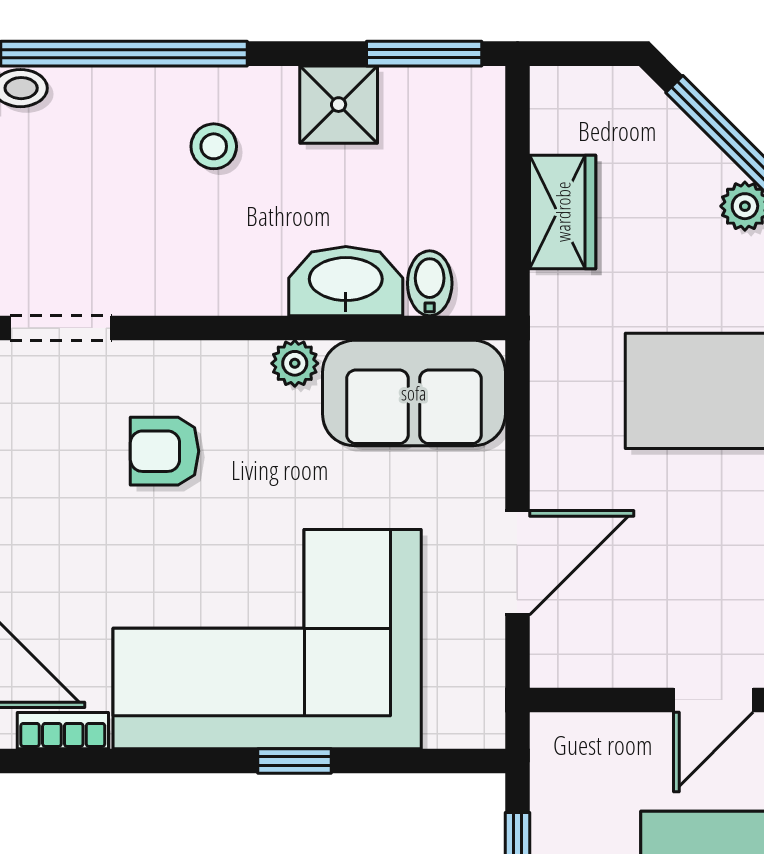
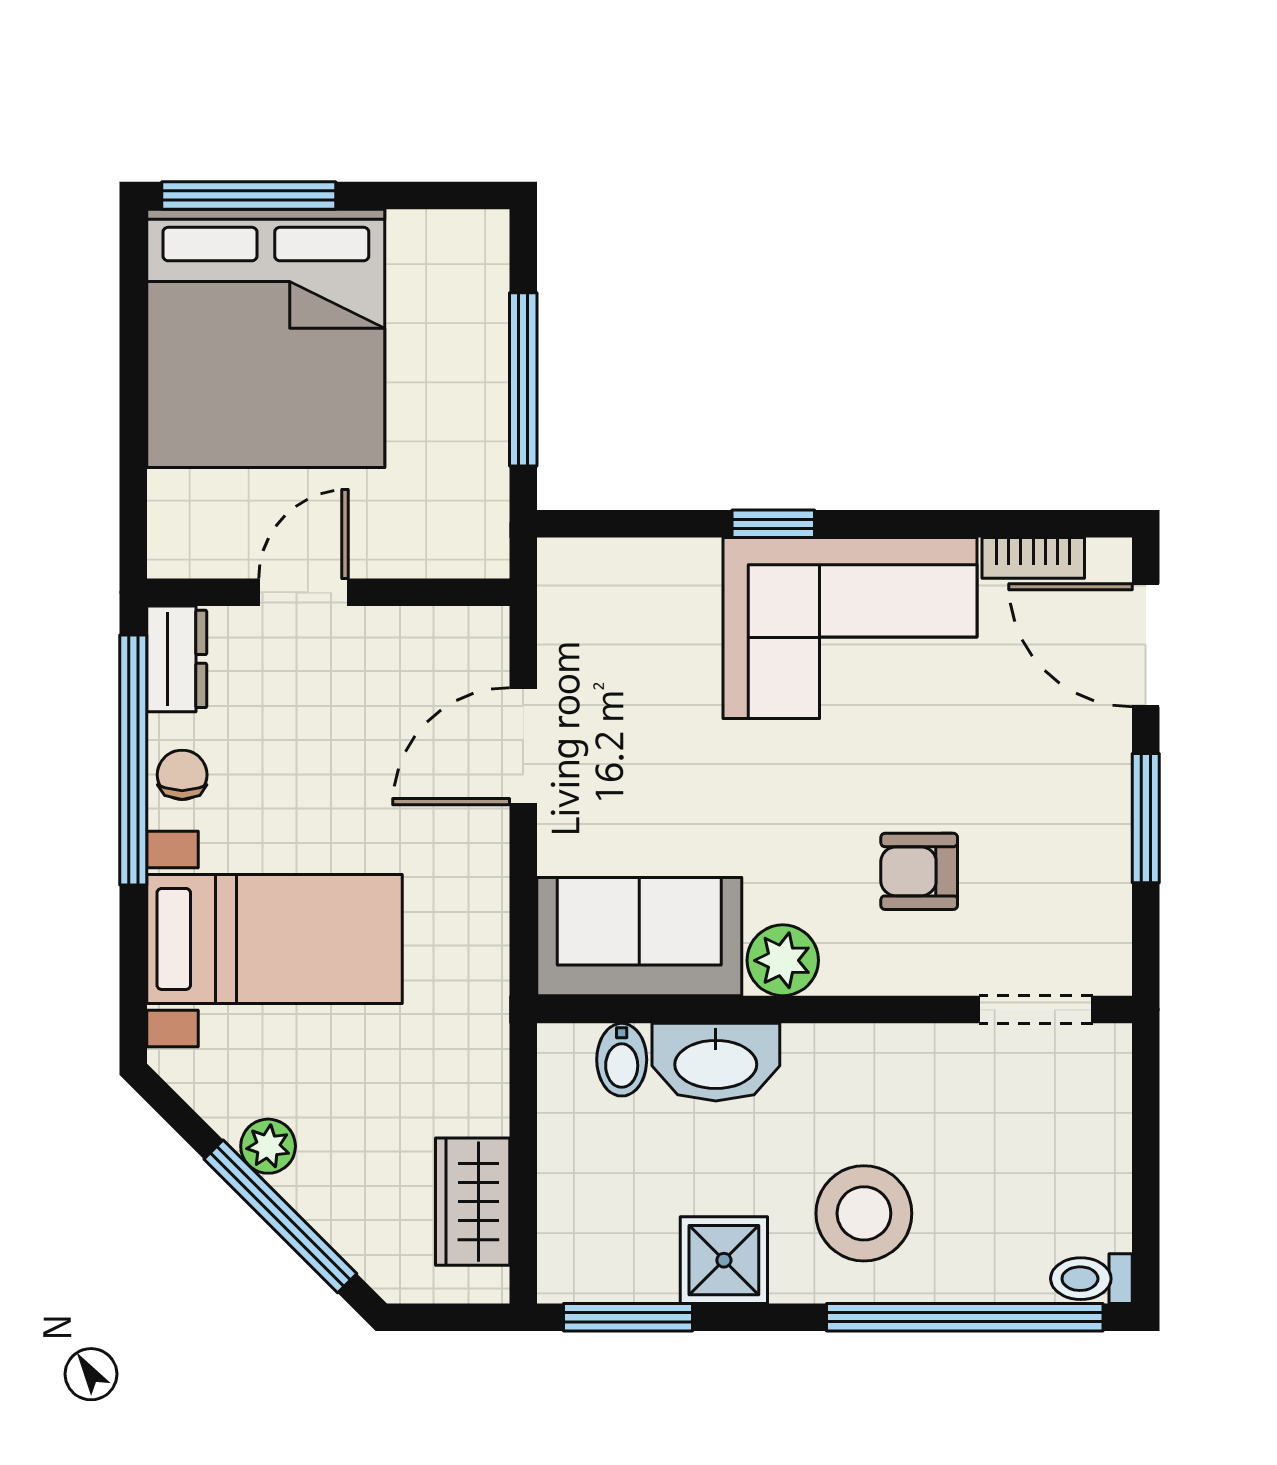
stool: (214, 146) -> (864, 1213), width x1.89, depth x1.89
wardrobe: (563, 212) -> (473, 1202), moved
plant: (295, 363) -> (783, 960), width x1.38, depth x1.38
armchair: (165, 451) -> (919, 871), turned 180
corner sofa: (267, 639) -> (850, 628), width x0.73, depth x0.74

